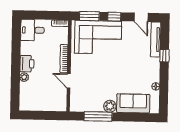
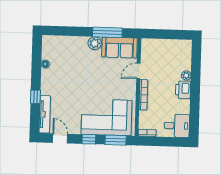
door: (69, 81) -> (138, 71), swing flipped
sofa: (133, 103) -> (119, 48), moved

